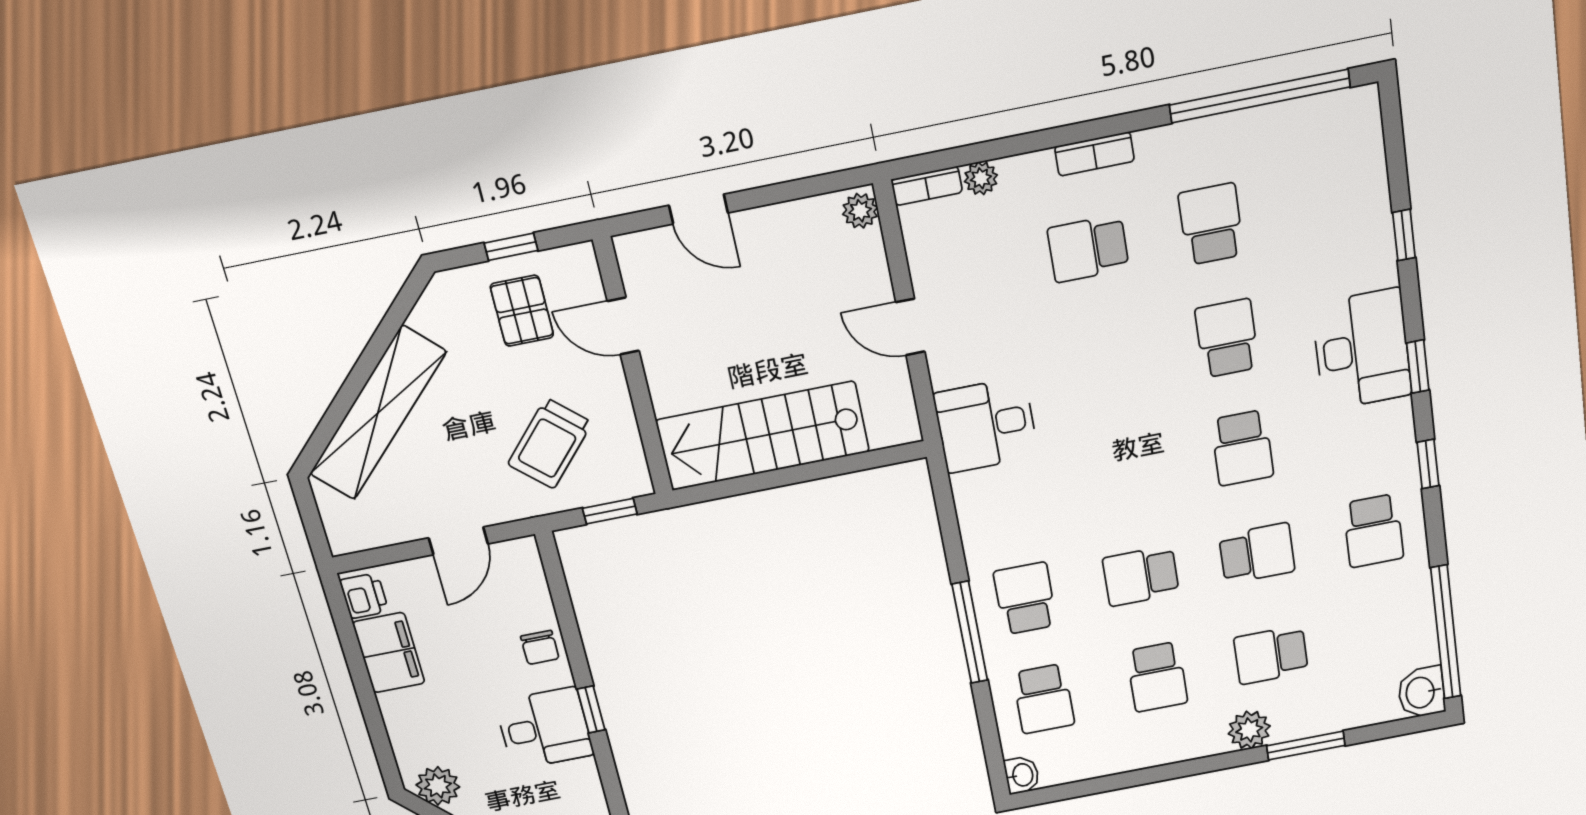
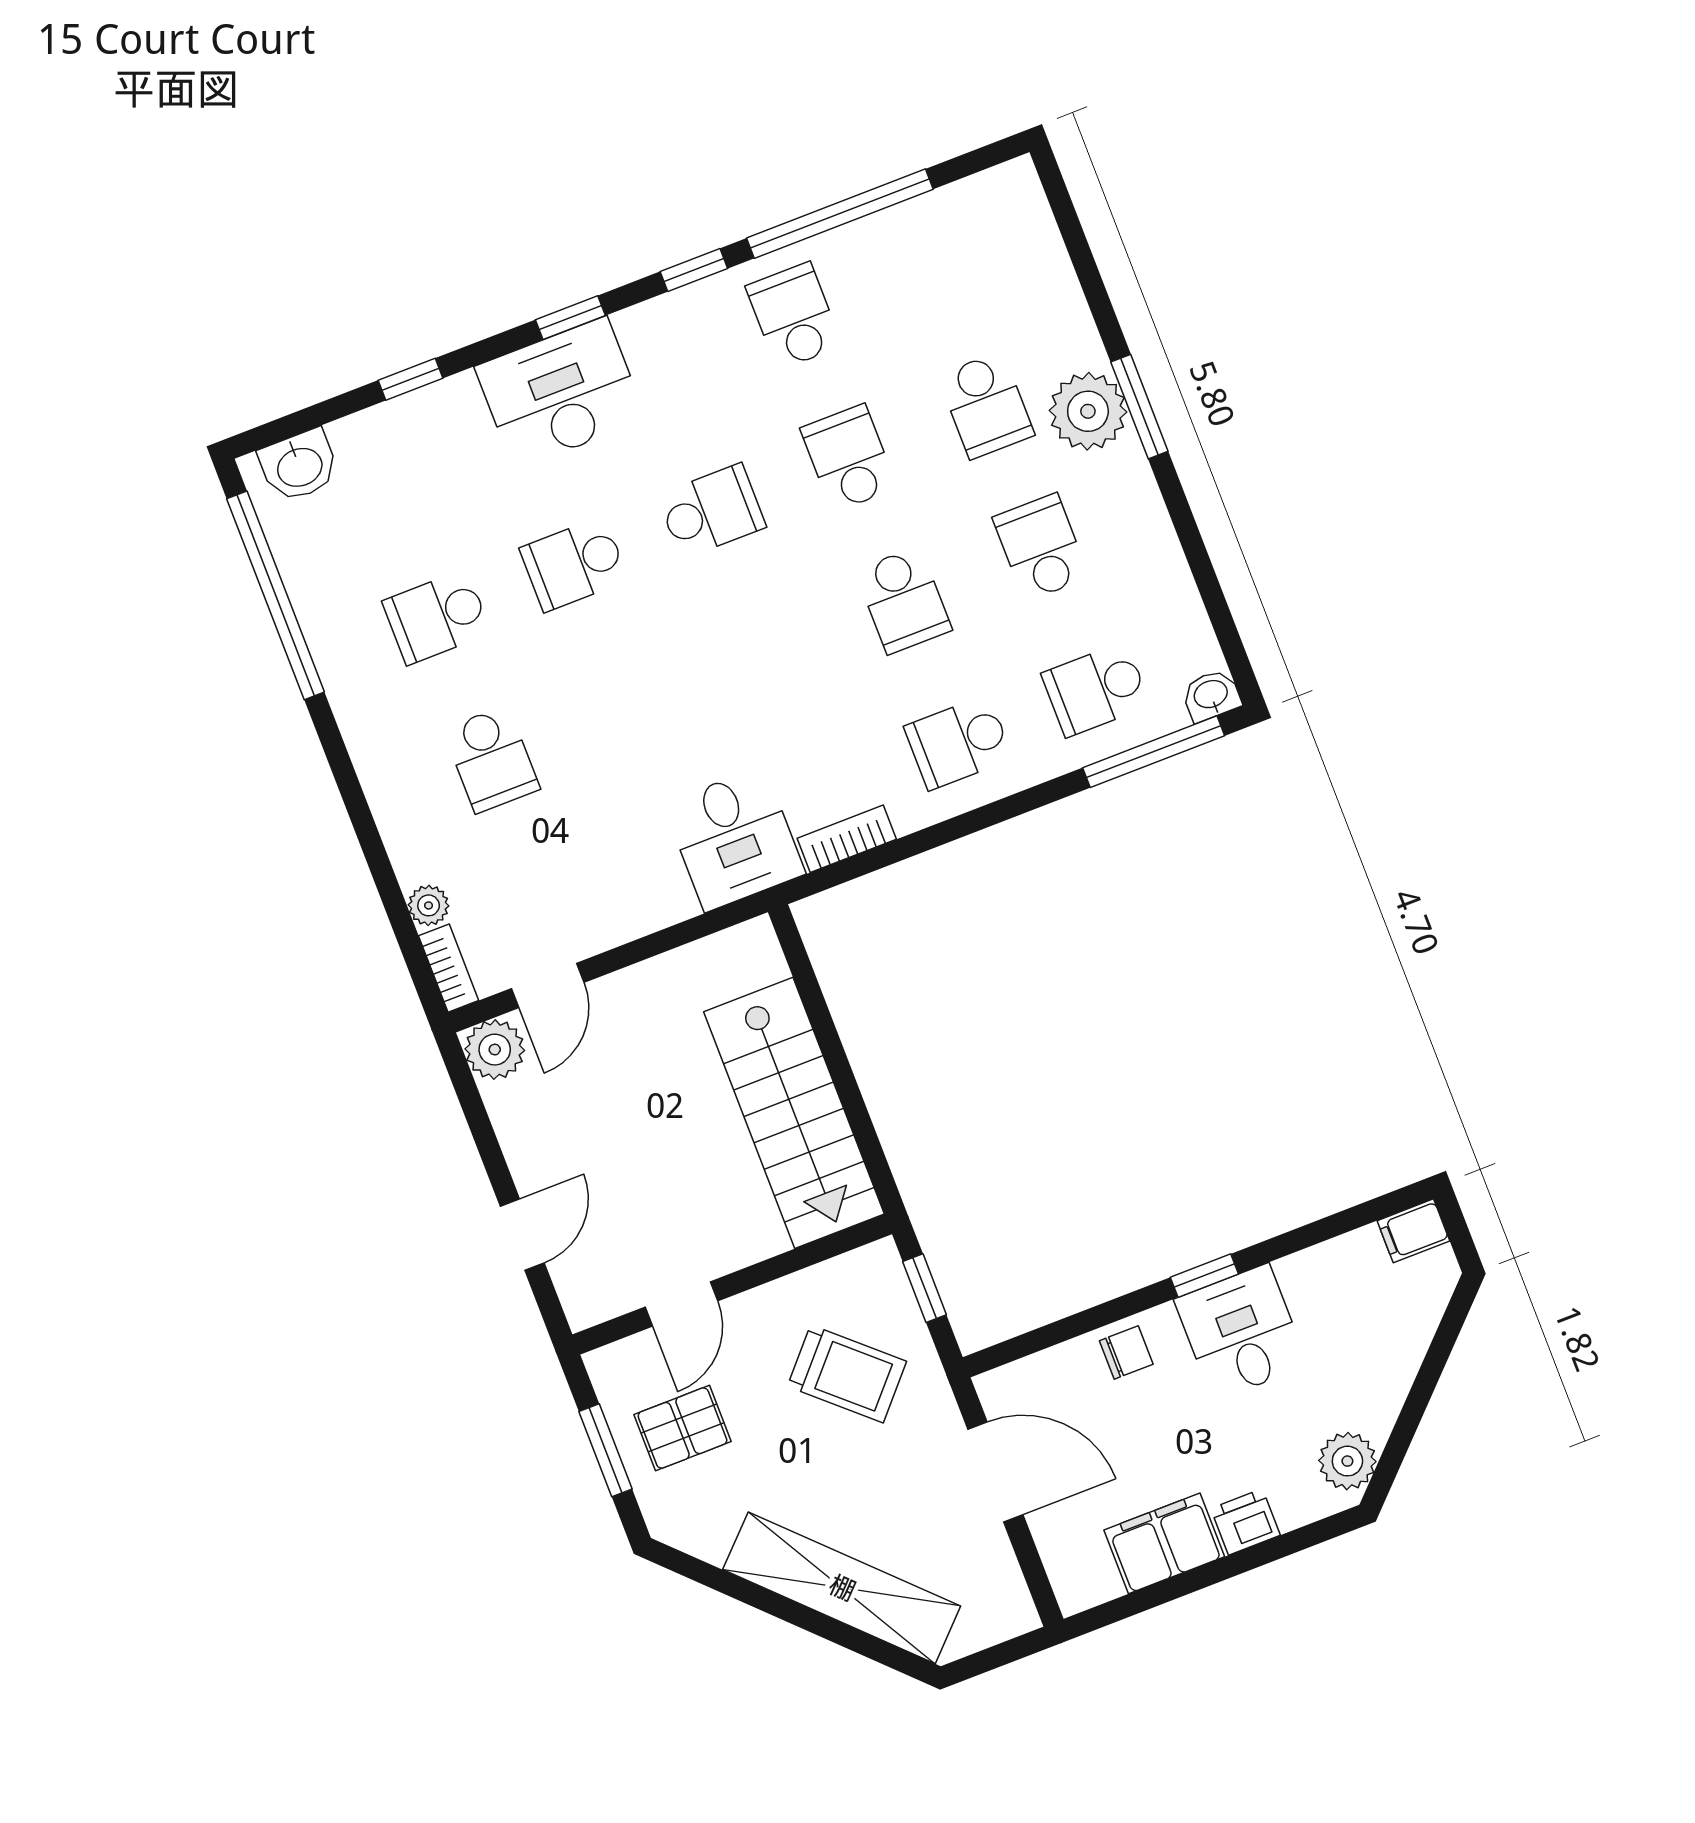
bookcase: (1094, 154) -> (847, 839), moved, turned -90
plant: (860, 211) -> (495, 1050), width x1.38, depth x1.38
window: (511, 247) -> (605, 1450), width x1.50
door: (910, 327) -> (548, 986), moved
school desk: (1373, 531) -> (794, 316), turned -90
door: (458, 541) -> (995, 1472), width x1.38
printer: (364, 596) -> (1245, 1522), moved
window: (970, 632) -> (1154, 752), moved
window: (1446, 632) -> (840, 214), moved
school desk: (1157, 677) -> (1041, 547), turned -90
washbasin: (1421, 692) -> (299, 466), moved
school desk: (1044, 699) -> (1096, 689), turned 180
plant: (1249, 730) -> (1088, 411), width x1.36, depth x1.36
window: (1306, 746) -> (1139, 407), moved

